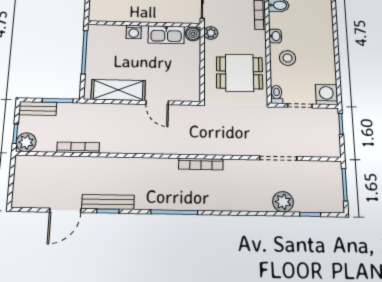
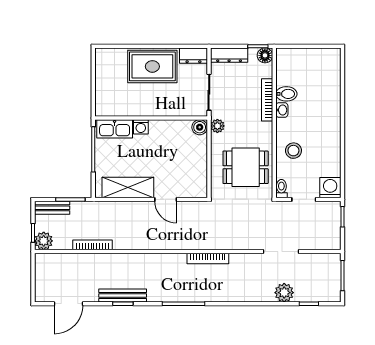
kitchen sink: (166, 35) -> (115, 129), moved
washbasin: (275, 36) -> (282, 110), moved
door: (65, 210) -> (68, 304), moved

